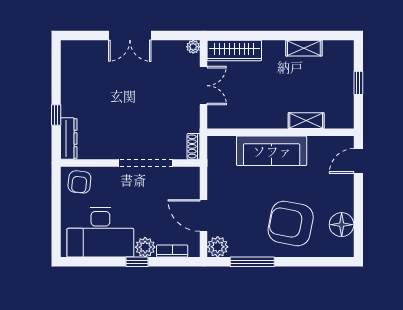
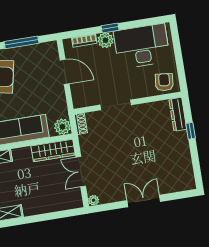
wardrobe: (234, 50) -> (53, 150), moved, turned 180
doorway: (145, 163) -> (116, 105), width x0.73
plant: (218, 247) -> (62, 127), moved

